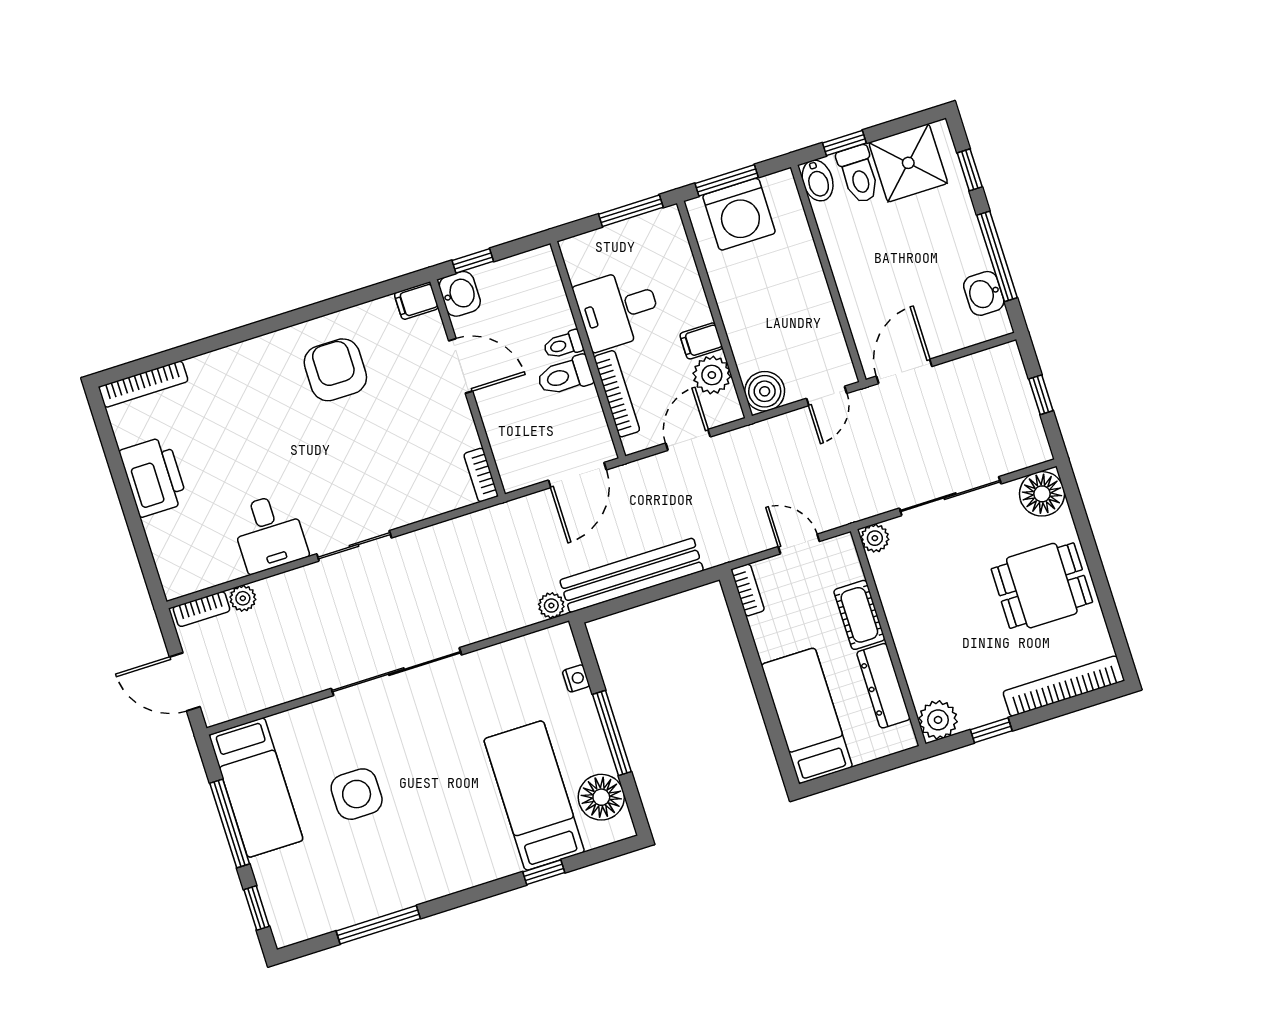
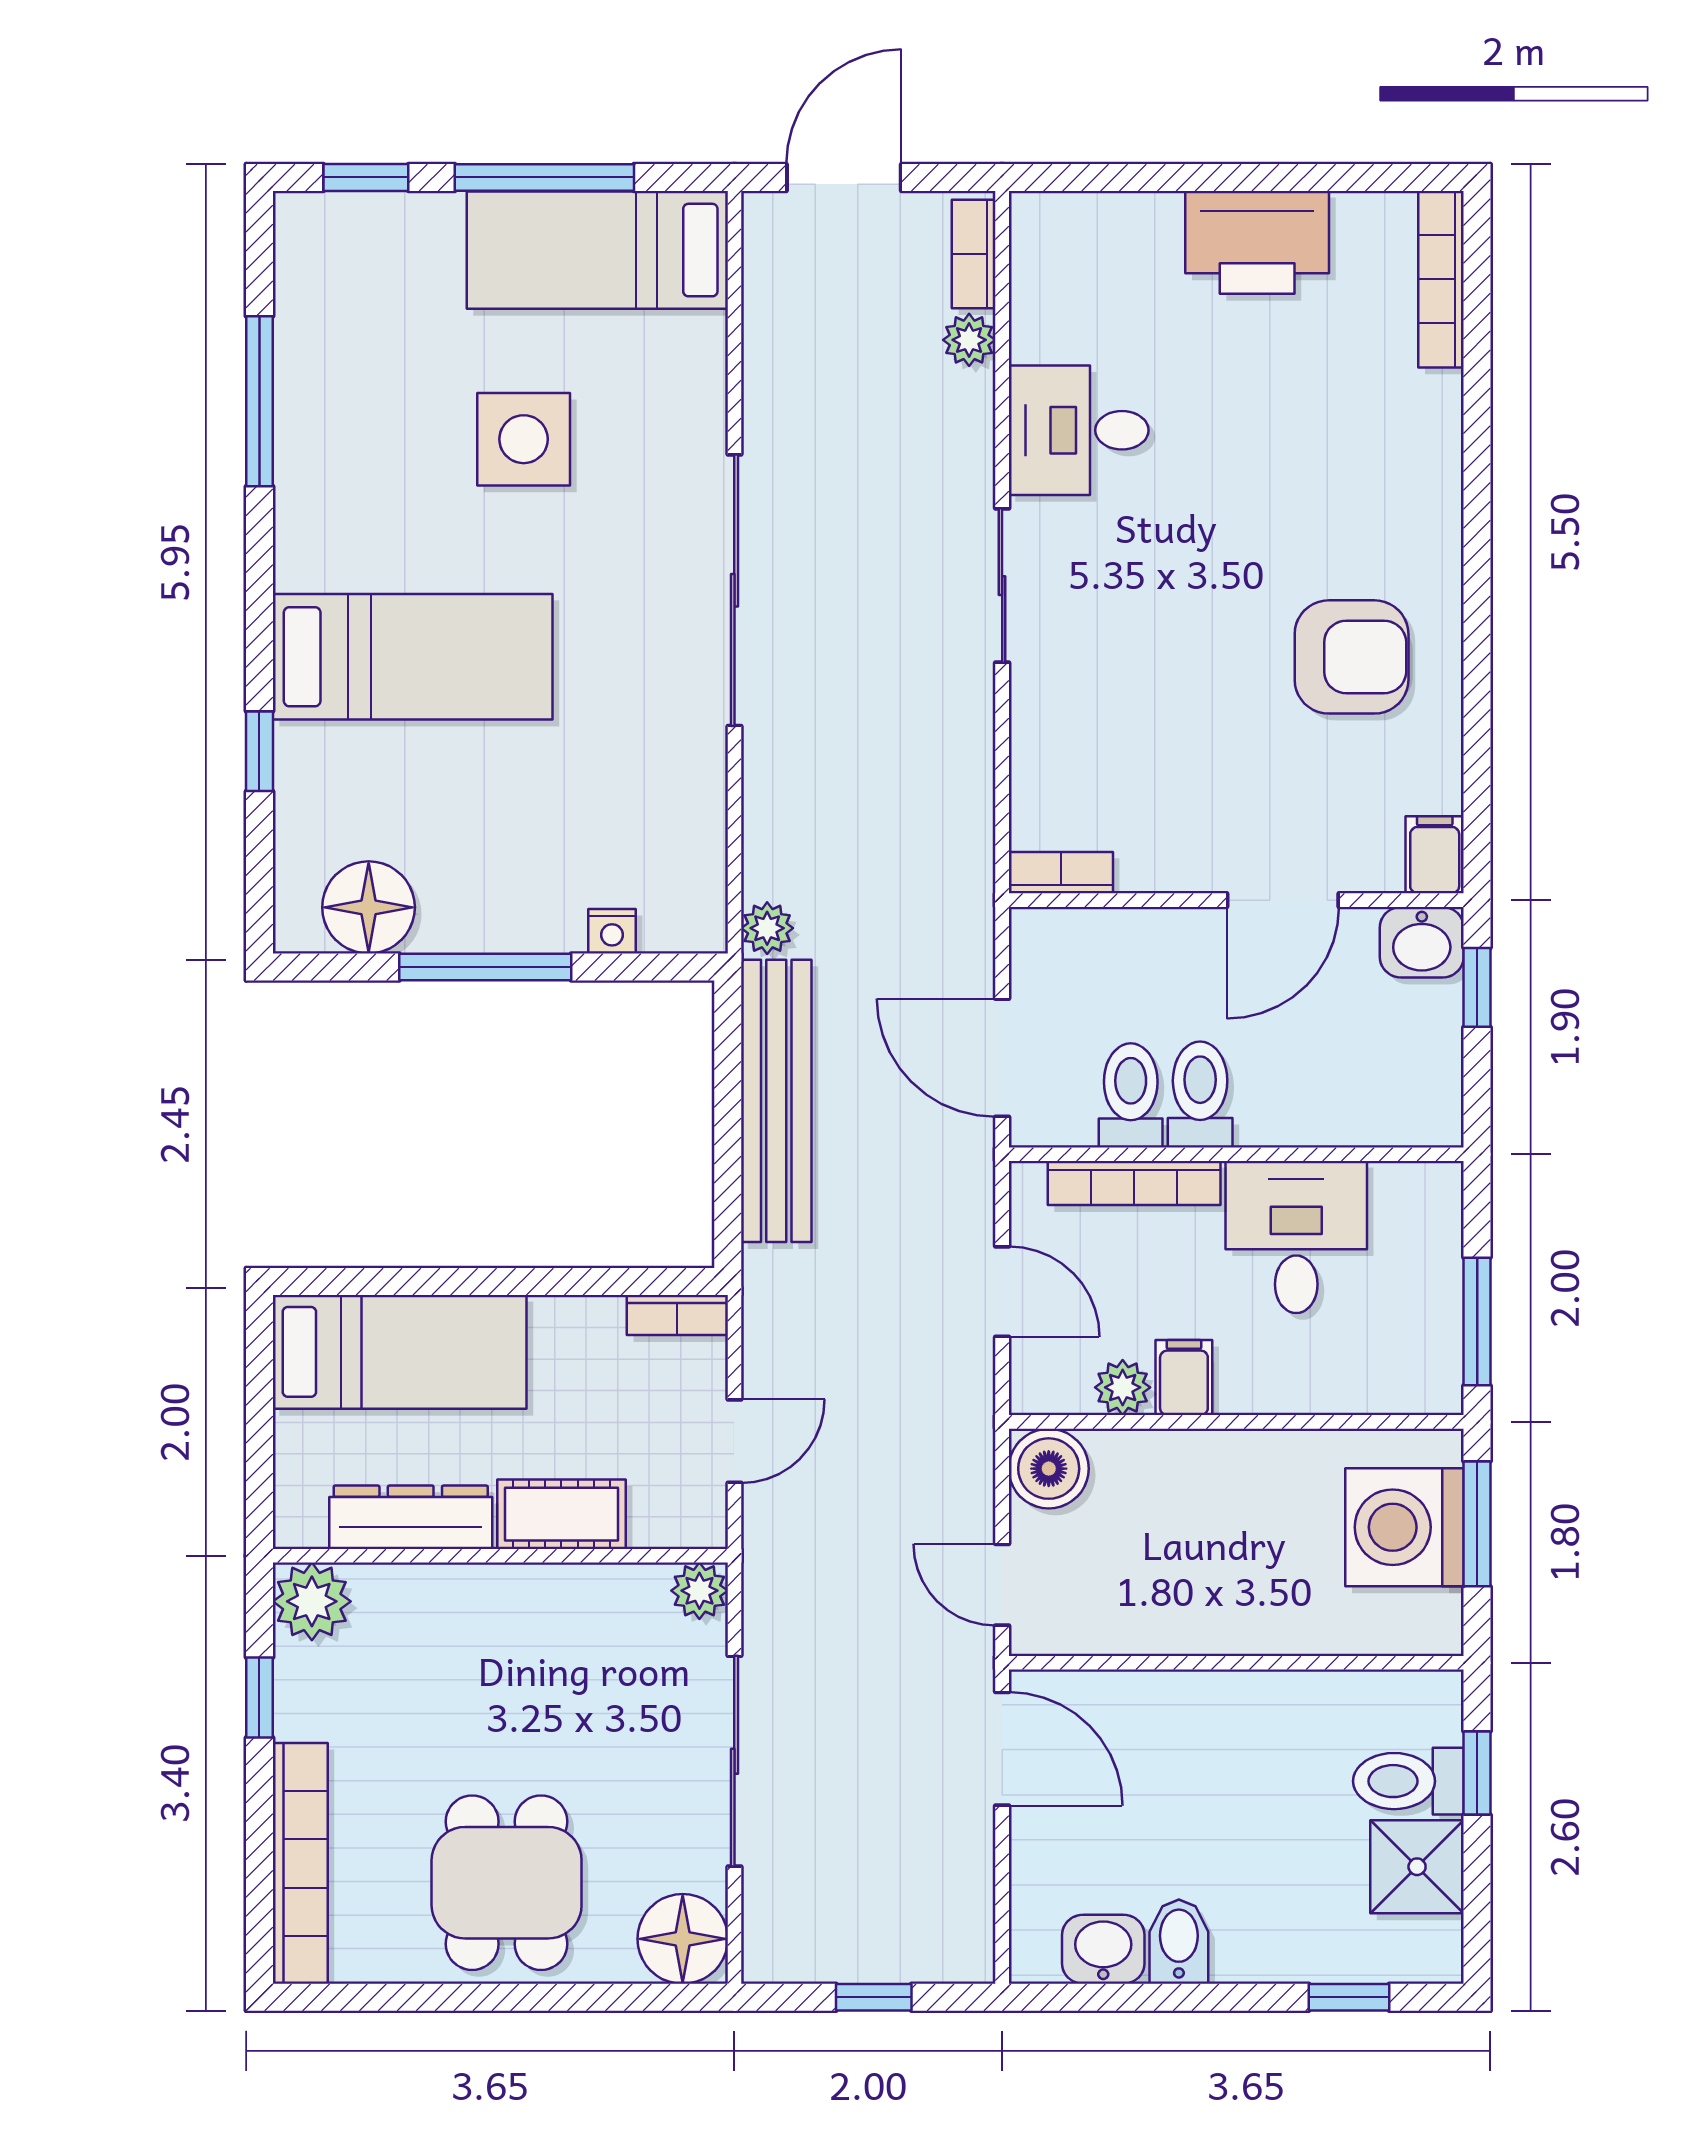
shower: (908, 163) -> (1417, 1867), width x0.73, depth x0.73
bidet: (818, 181) -> (1179, 1942), moved, turned 90
window: (997, 256) -> (1166, 1997), removed
toilet: (563, 345) -> (1131, 1095), moved, width x1.37, depth x1.39
plant: (712, 375) -> (1123, 1387), width x0.73, depth x0.73
bed: (534, 796) -> (413, 657), moved

